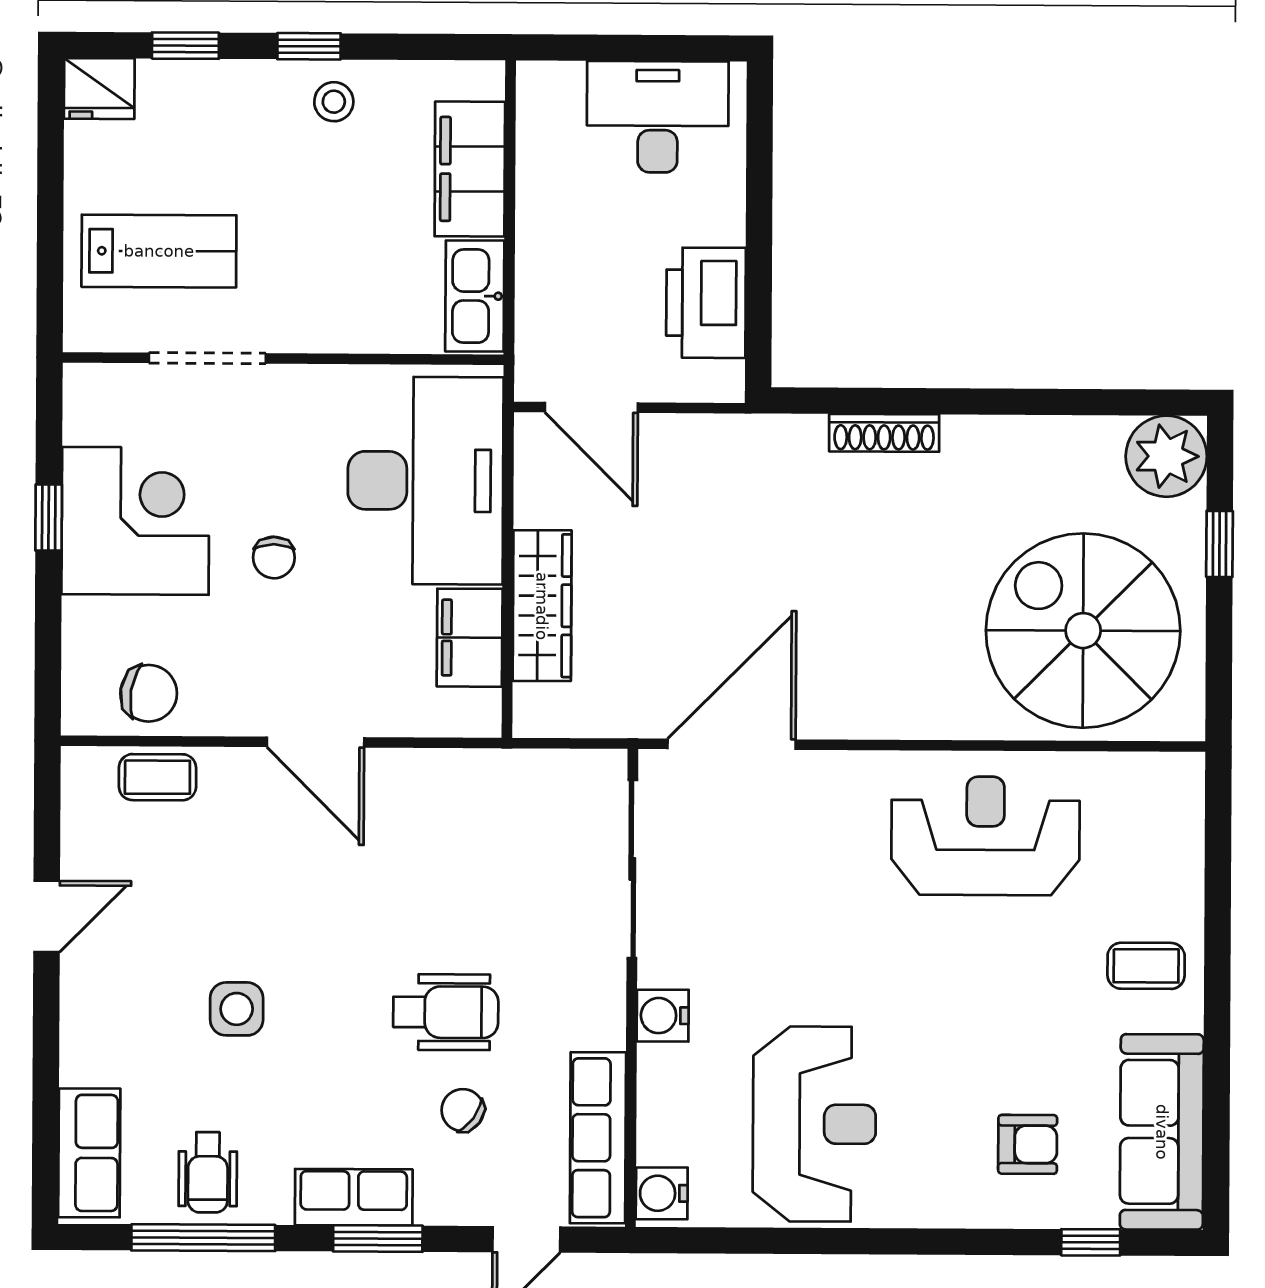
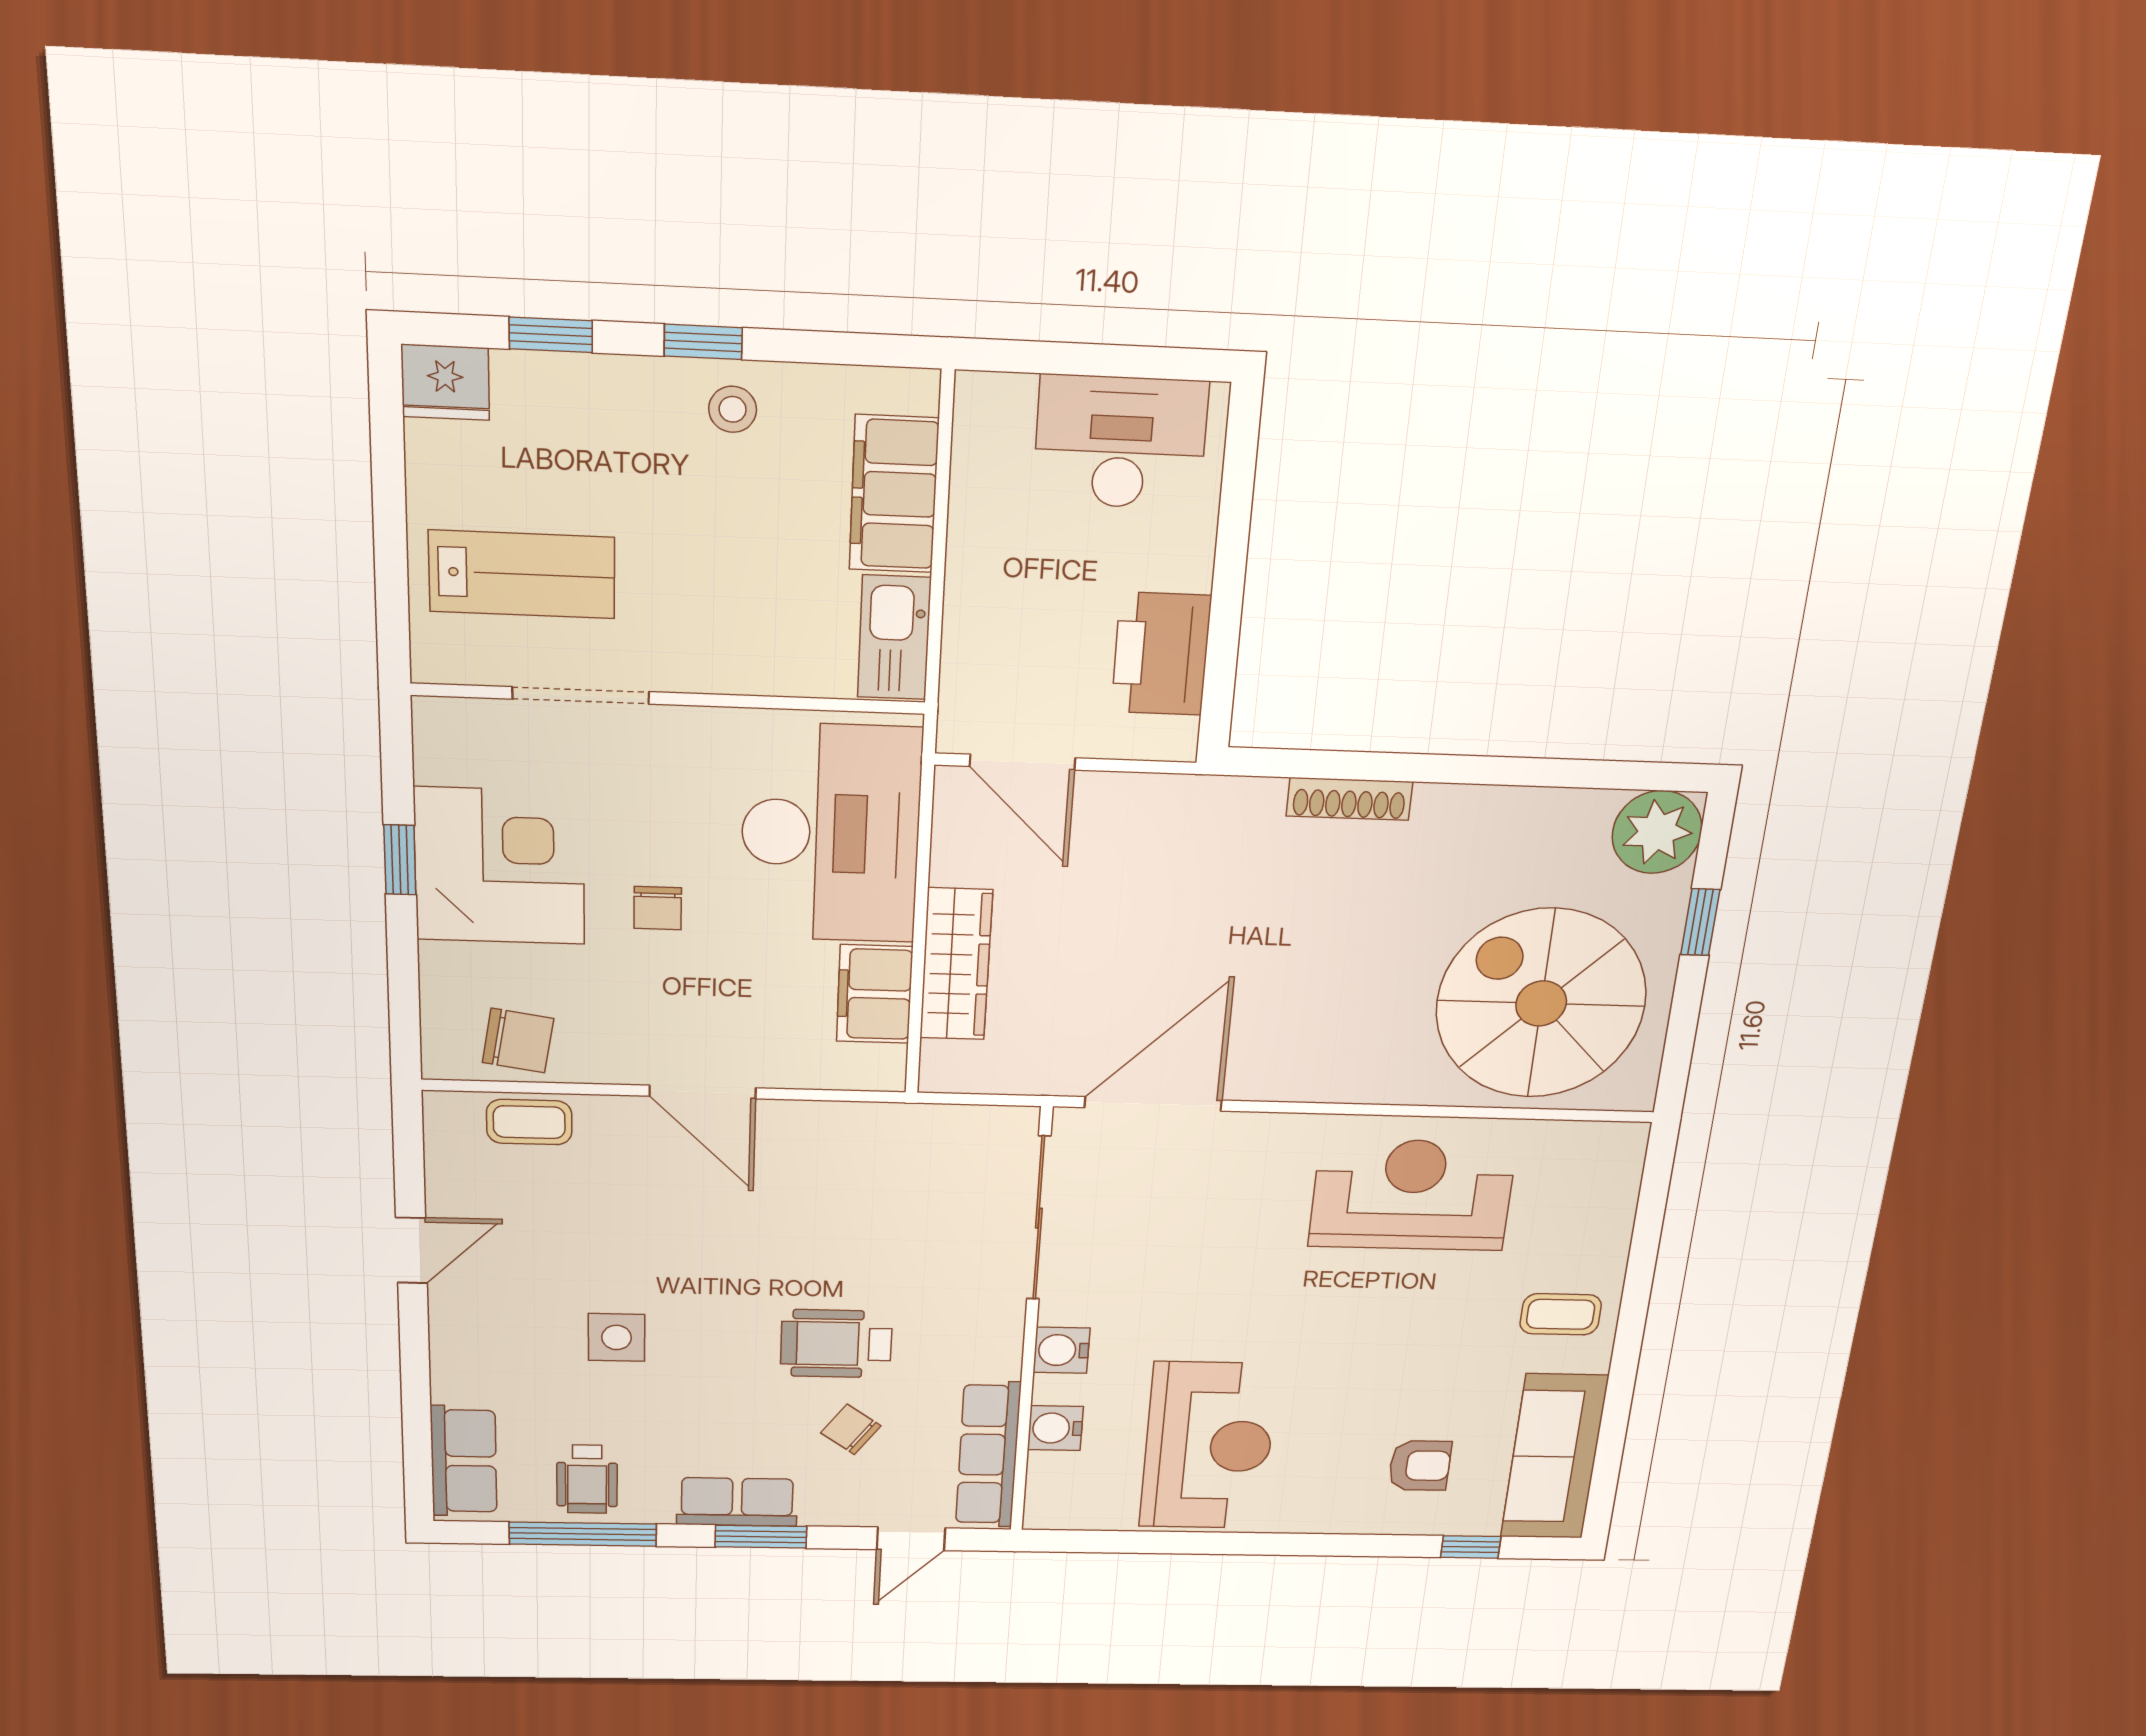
wheelchair: (446, 1012) -> (836, 1344), turned 180
water cooler: (662, 1193) -> (1055, 1428), moved

